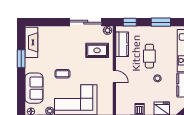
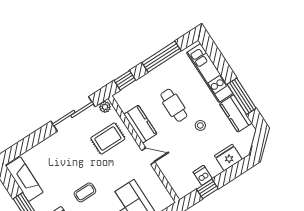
window: (161, 22) -> (161, 57), width x1.44
kitchen counter: (122, 44) -> (140, 124), moved

